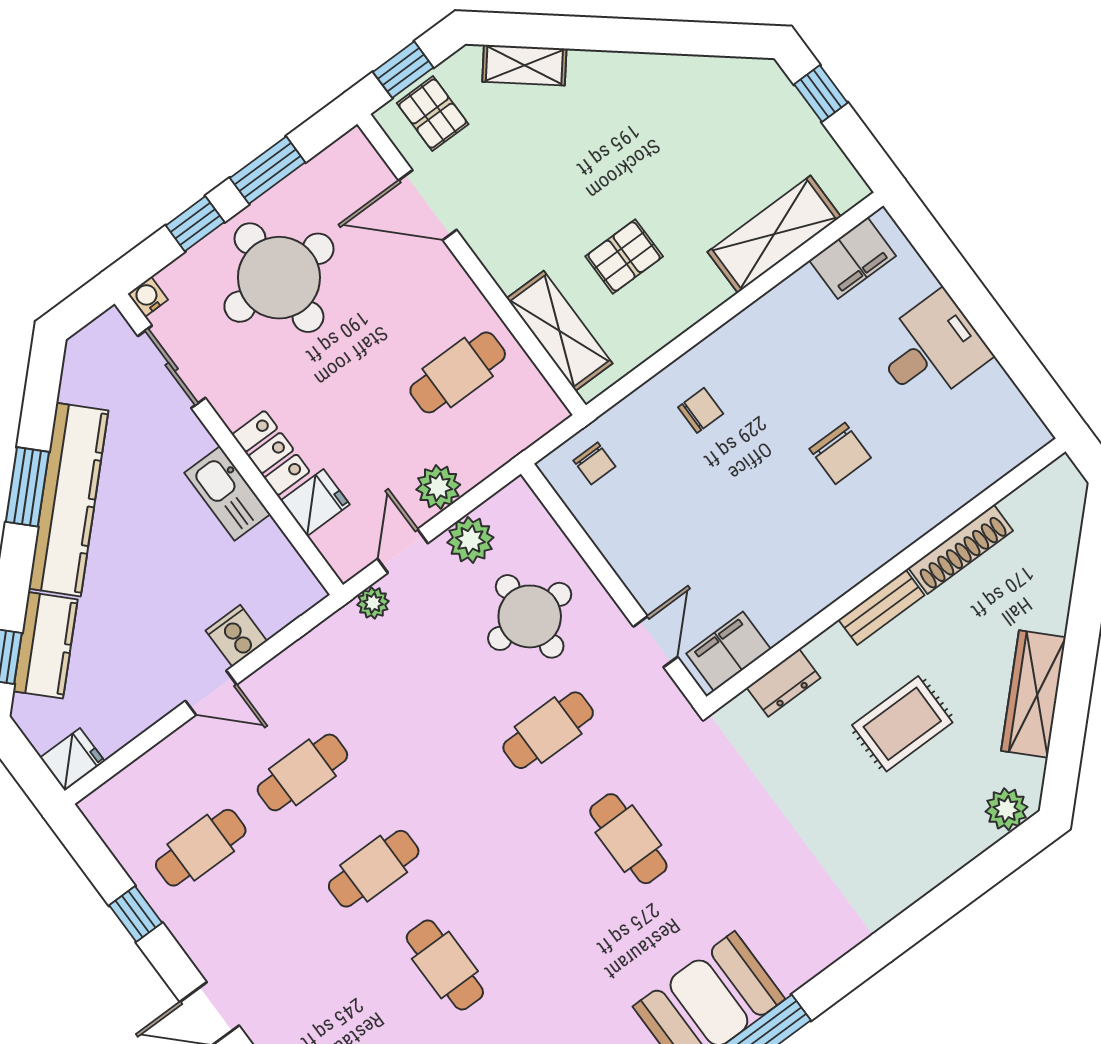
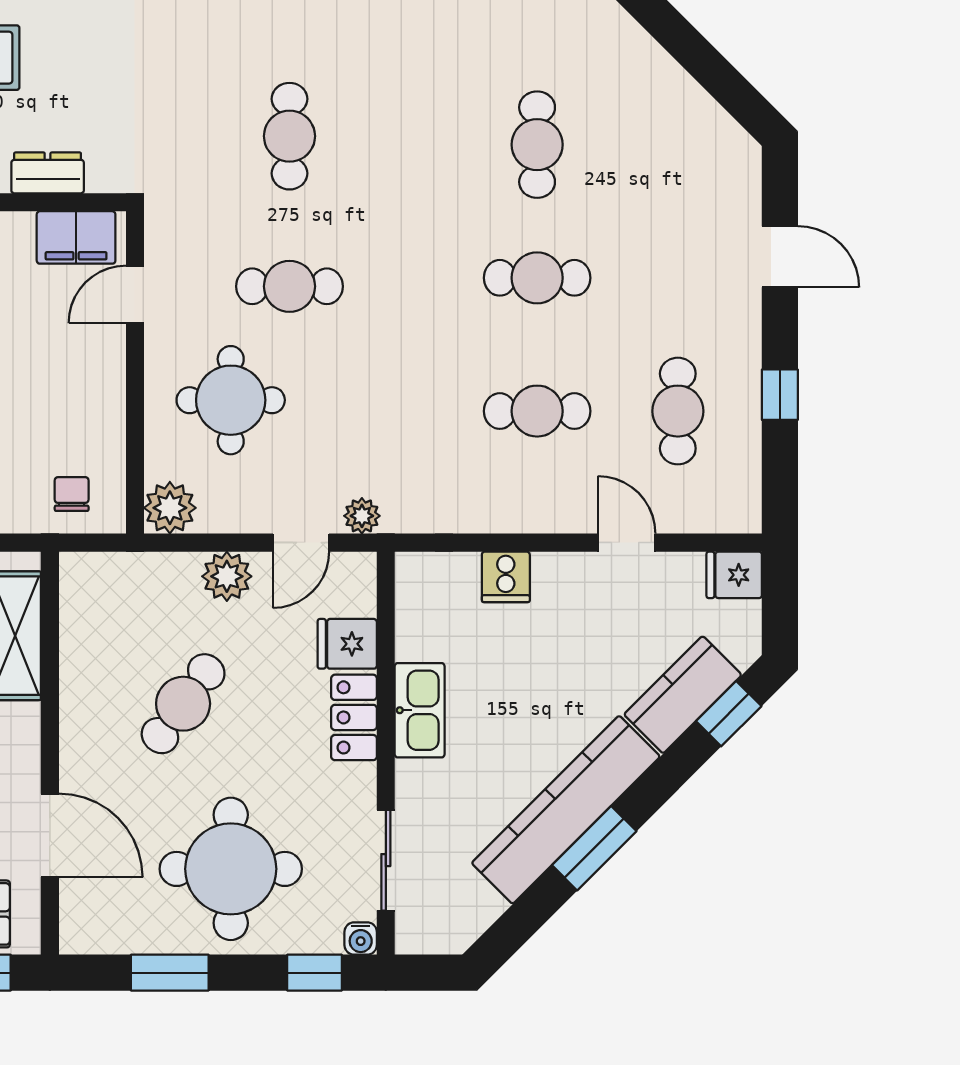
window: (195, 224) -> (315, 973), moved
cafe table: (458, 372) -> (183, 704), moved, turned -54
plant: (470, 540) -> (170, 508), moved
door: (211, 693) -> (627, 543), moved
cafe table: (201, 848) -> (678, 411), turned 90

